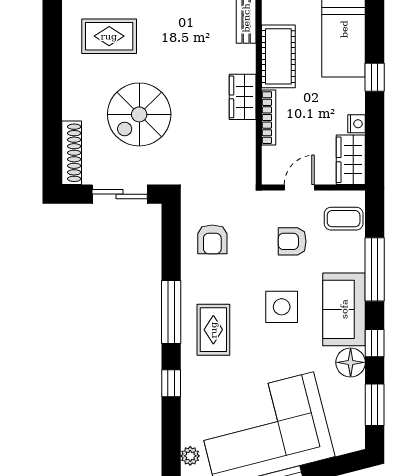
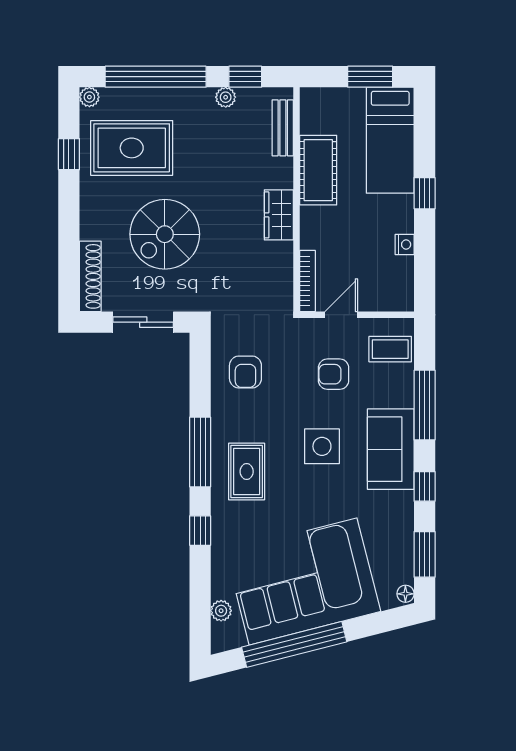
rug: (109, 36) -> (132, 148), width x1.36, depth x1.43
window: (52, 42) -> (69, 154), added
bookcase: (269, 118) -> (308, 281), moved
wardrobe: (351, 160) -> (398, 284), removed
floor lamp: (351, 362) -> (405, 594), moved, width x0.53, depth x0.53

